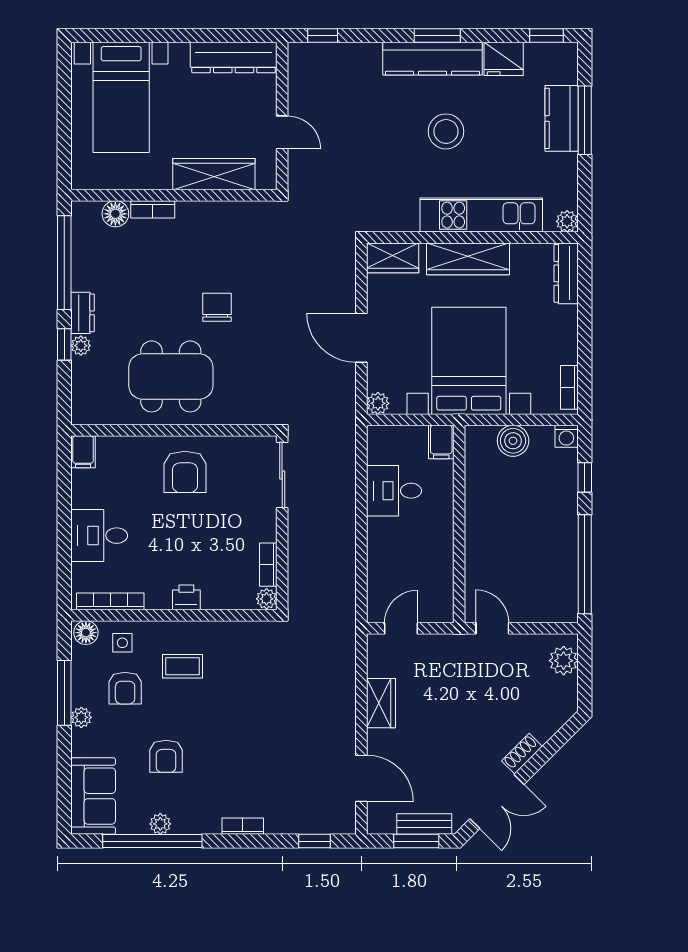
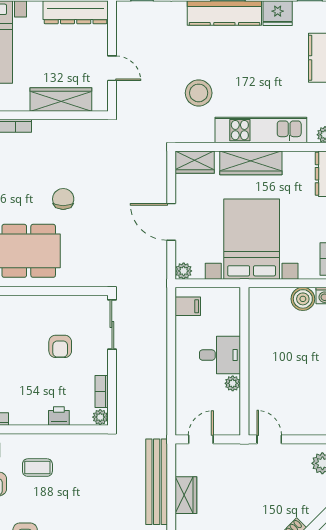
stool: (446, 131) -> (199, 93), moved
boiler: (513, 441) -> (303, 299), moved
filing cabinet: (441, 442) -> (188, 306), moved, turned -90
armchair: (185, 472) -> (60, 346), moved, width x0.72, depth x0.72
desk: (394, 491) -> (220, 355), moved, turned 180
plant: (444, 554) -> (233, 383), added
printer: (186, 597) -> (59, 416), moved
bench: (342, 685) -> (157, 482), added

